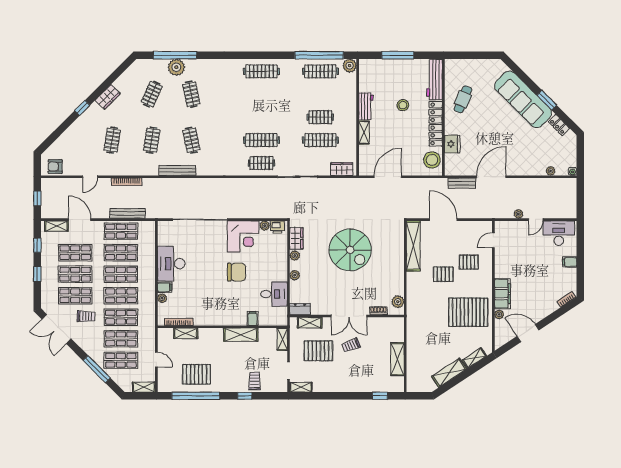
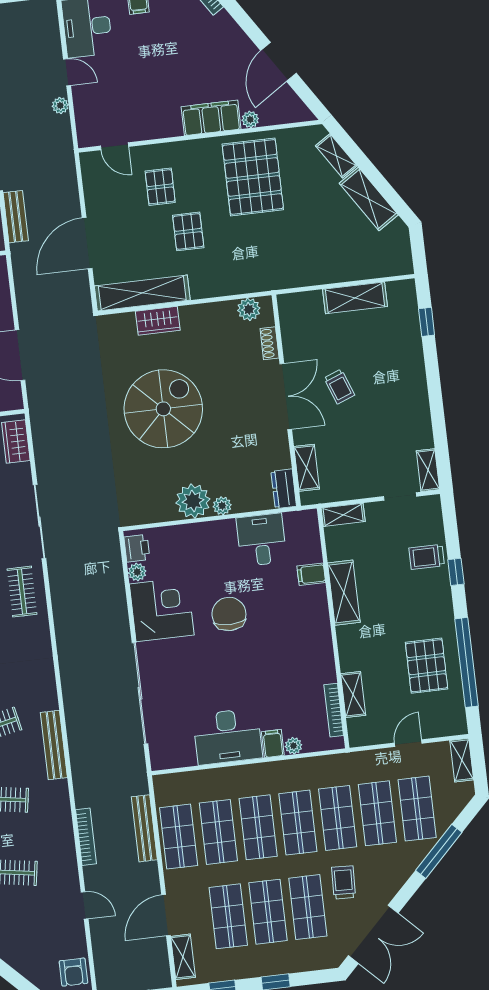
wardrobe: (296, 238) -> (158, 321), moved, turned 180
plant: (295, 256) -> (193, 501), width x1.87, depth x1.87
pallet: (318, 351) -> (357, 446), removed

